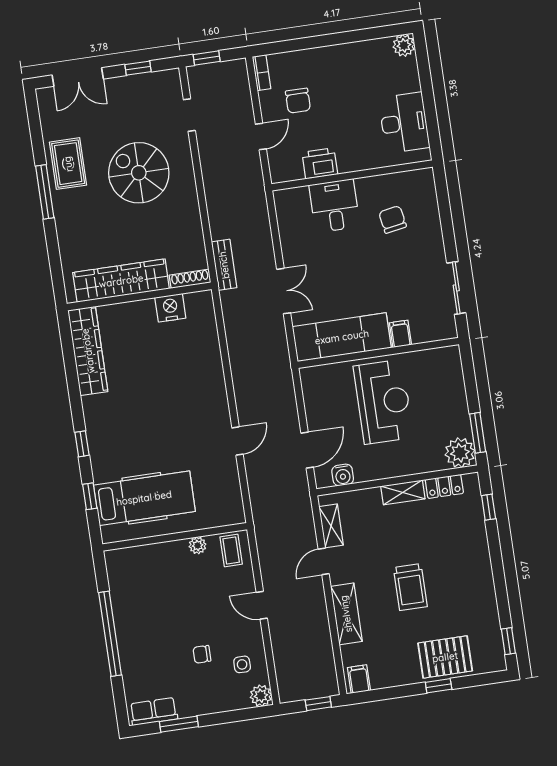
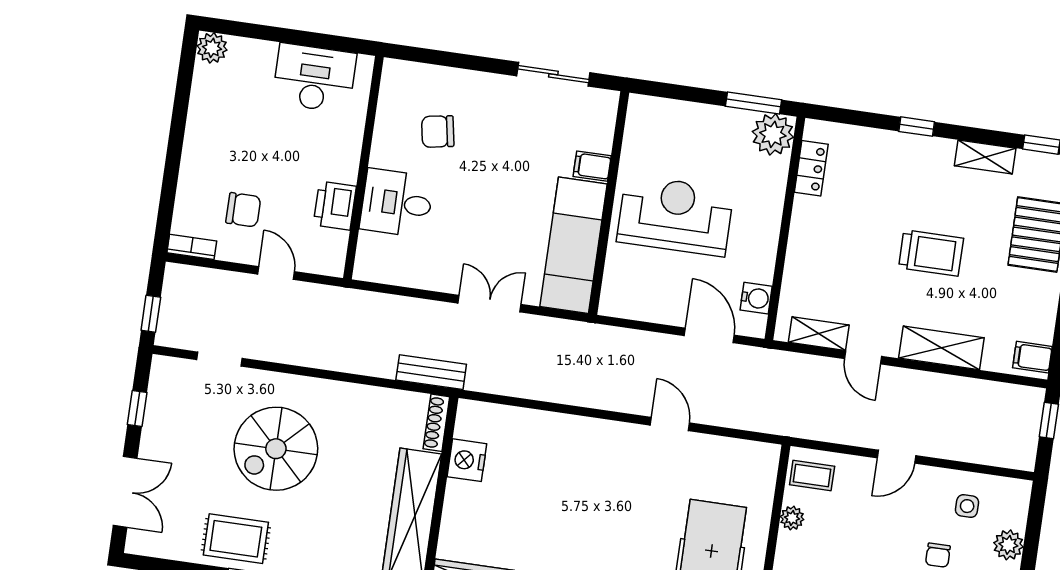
shelving: (403, 492) -> (985, 157), moved, turned 90
window: (489, 507) -> (917, 127), moved
plant: (261, 696) -> (1008, 545), moved

